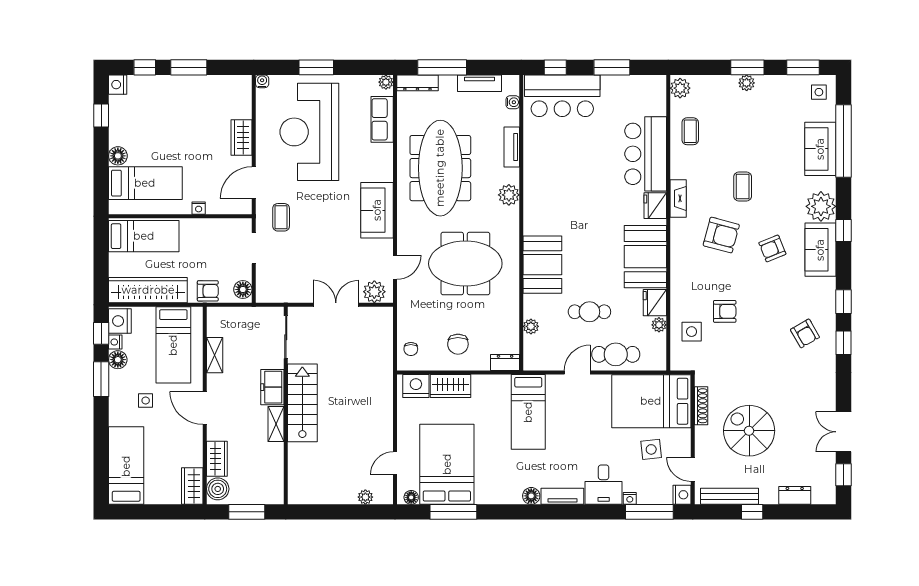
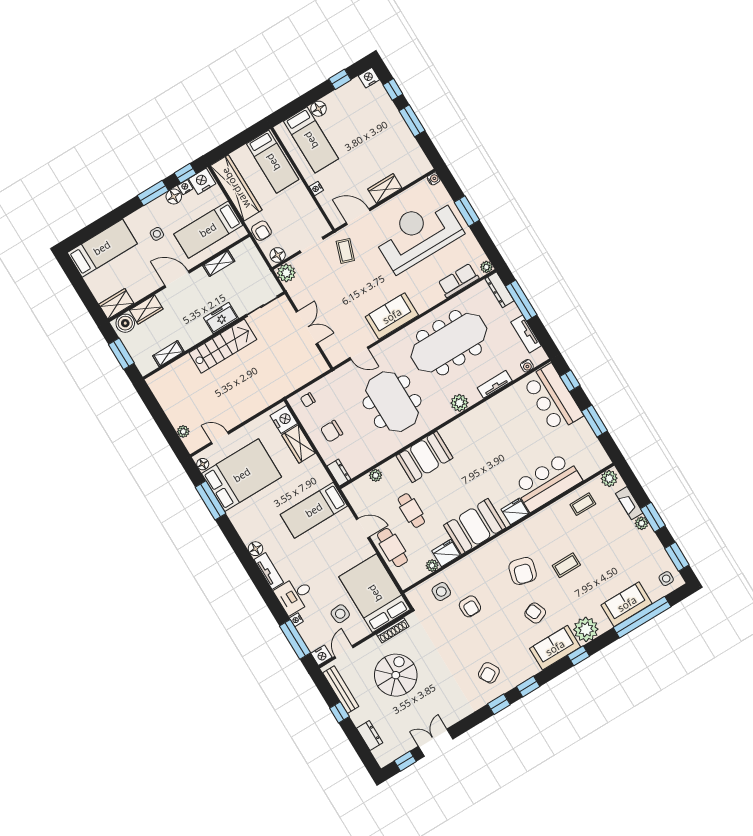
fireplace: (678, 198) -> (629, 503), moved, turned 90
coffee table: (281, 217) -> (345, 251), turned -71
plant: (374, 292) -> (286, 273), moved
door: (205, 408) -> (177, 279), hinge flipped
shelving: (276, 424) -> (168, 354), moved

